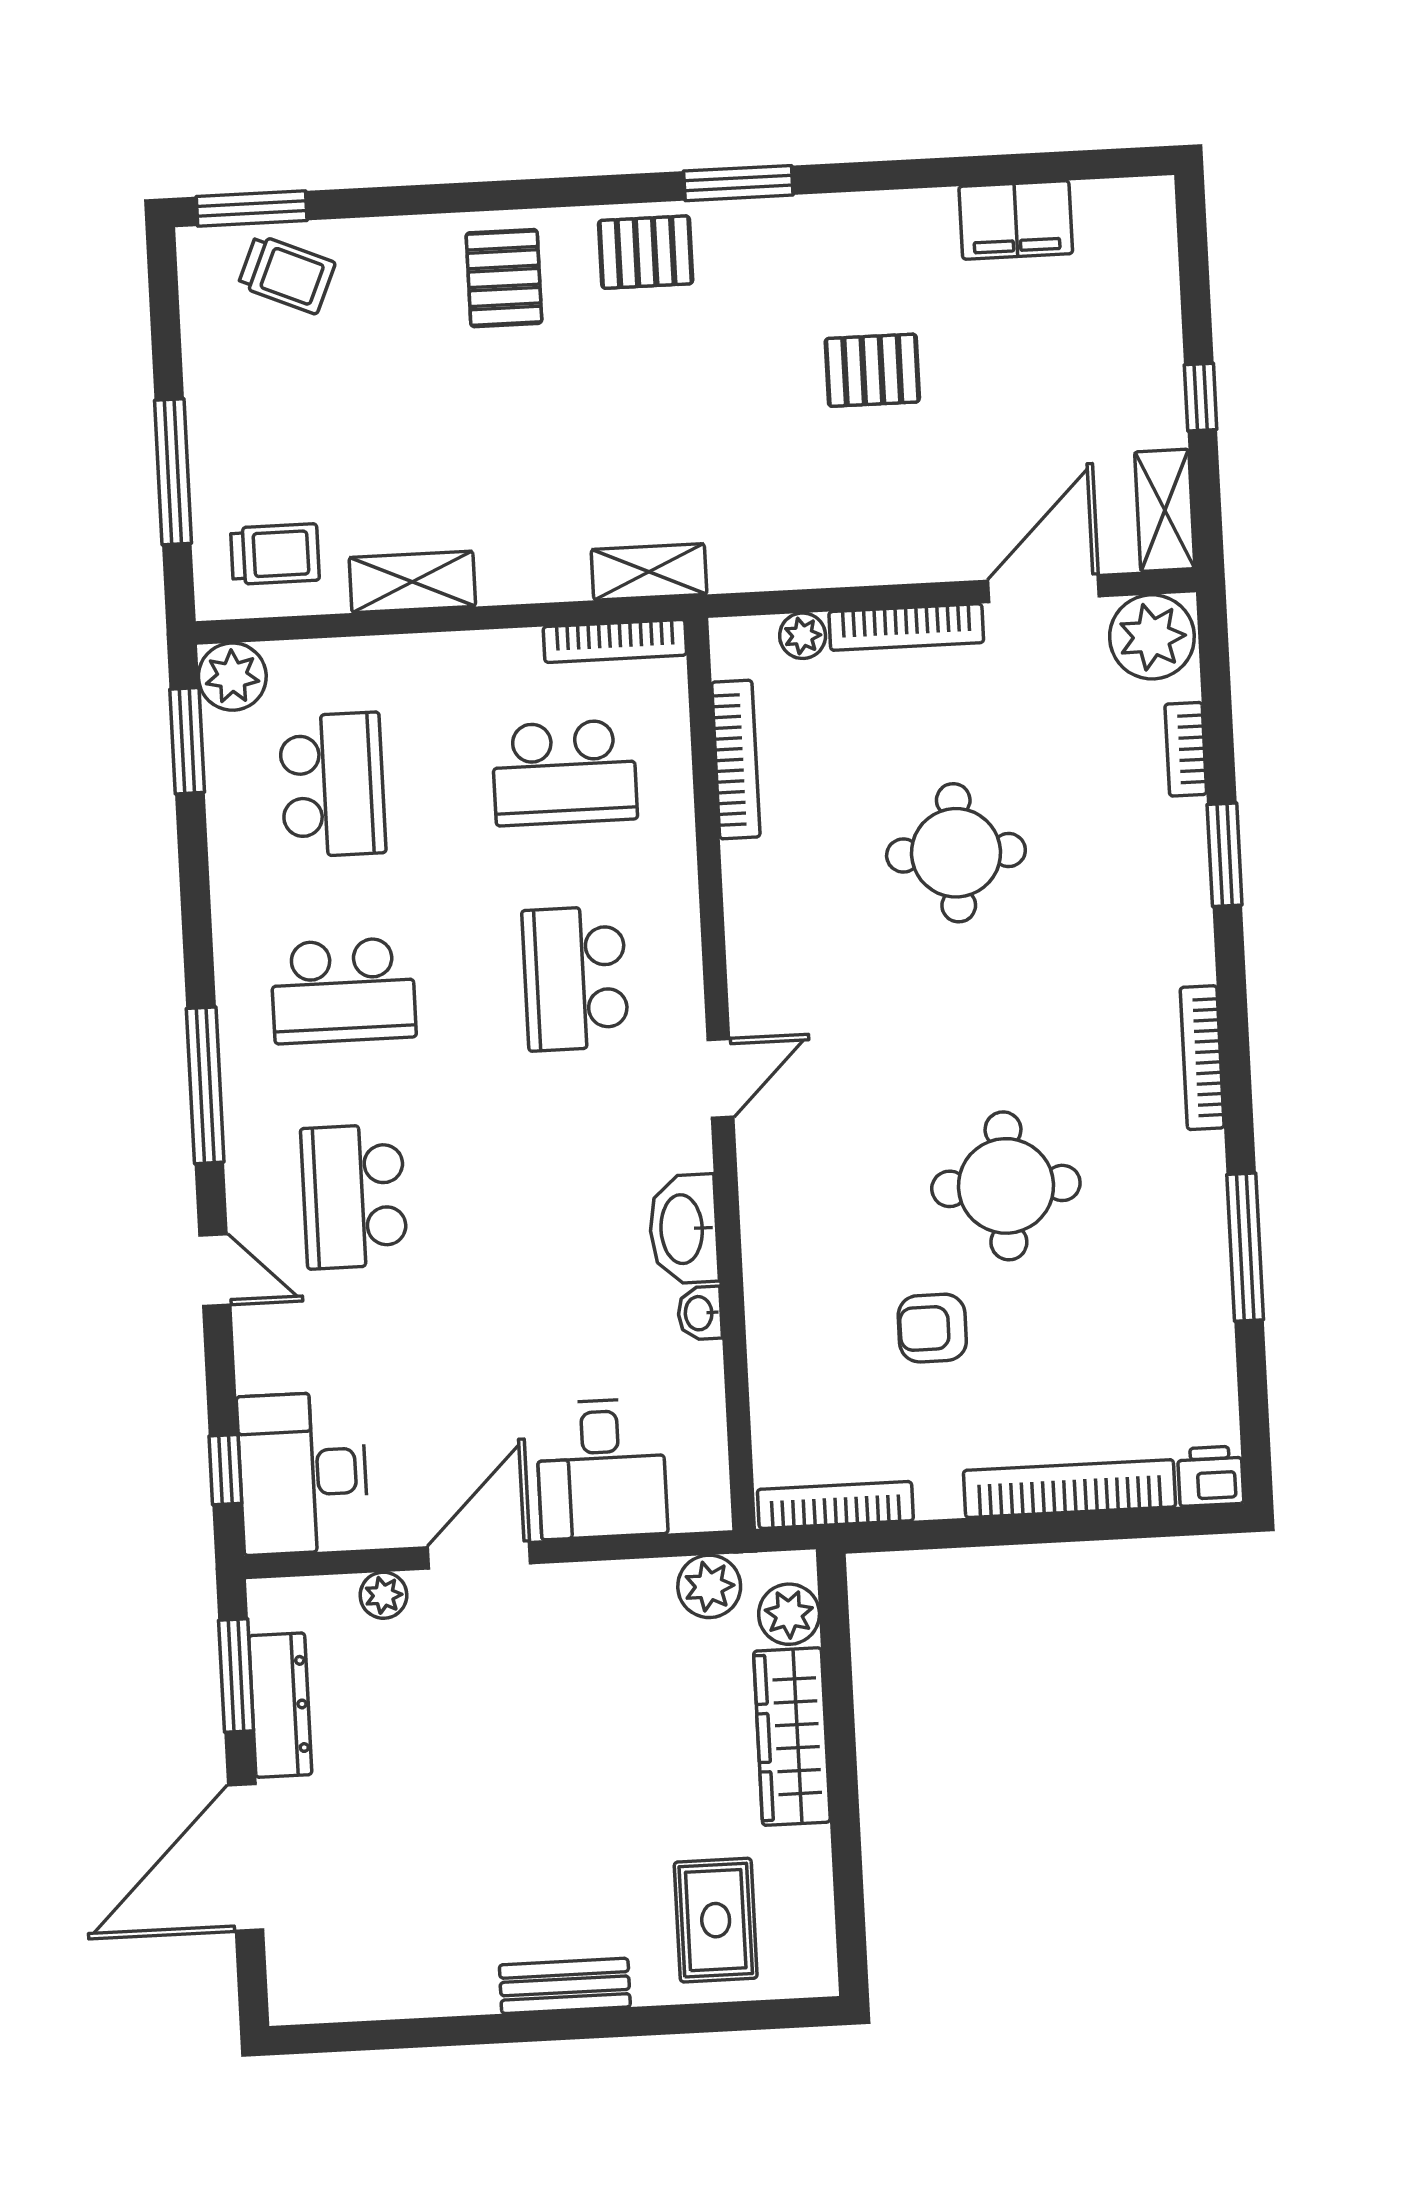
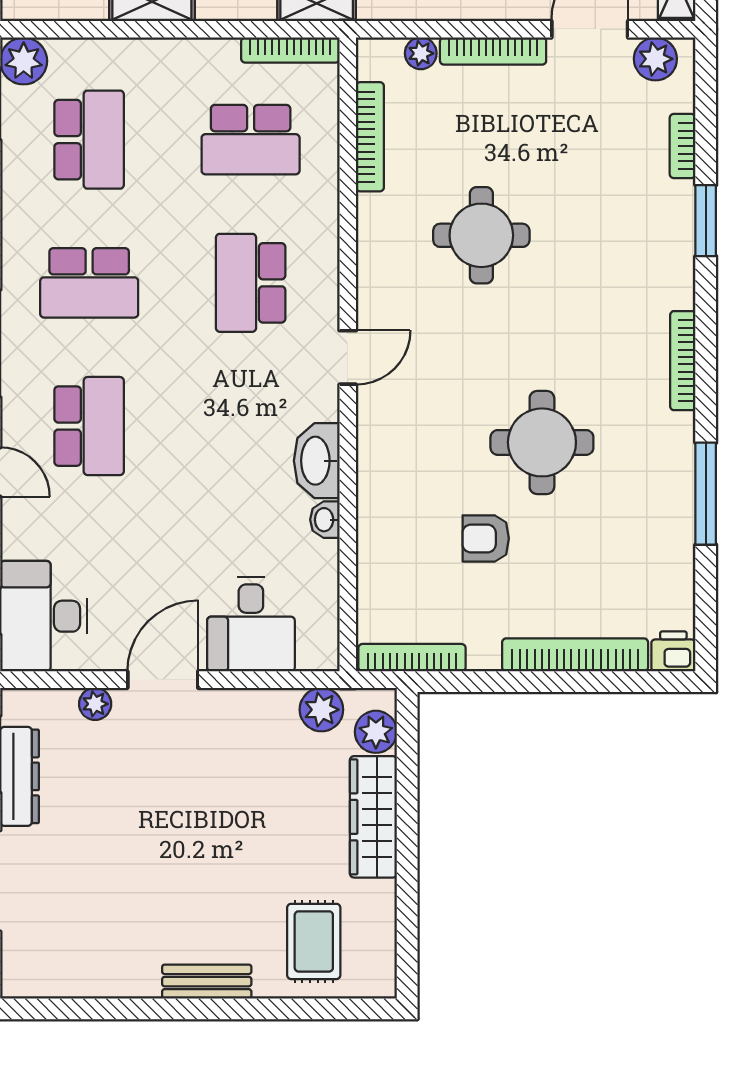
plant: (1152, 637) -> (655, 59), width x0.73, depth x0.73
round table: (956, 853) -> (481, 235), moved
school desk: (354, 1196) -> (89, 426), turned 180

